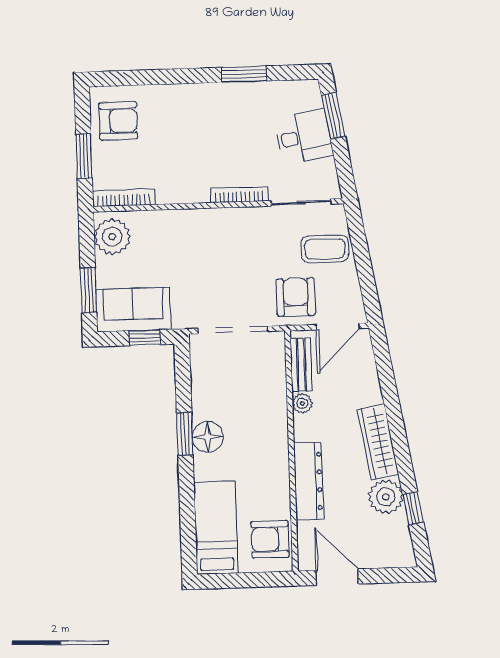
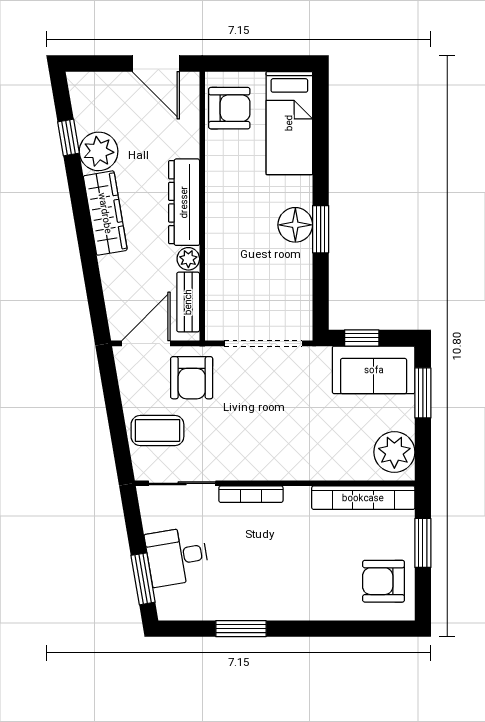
bookcase: (124, 198) -> (363, 498), width x1.48, depth x1.31
dresser: (309, 481) -> (184, 202), moved

